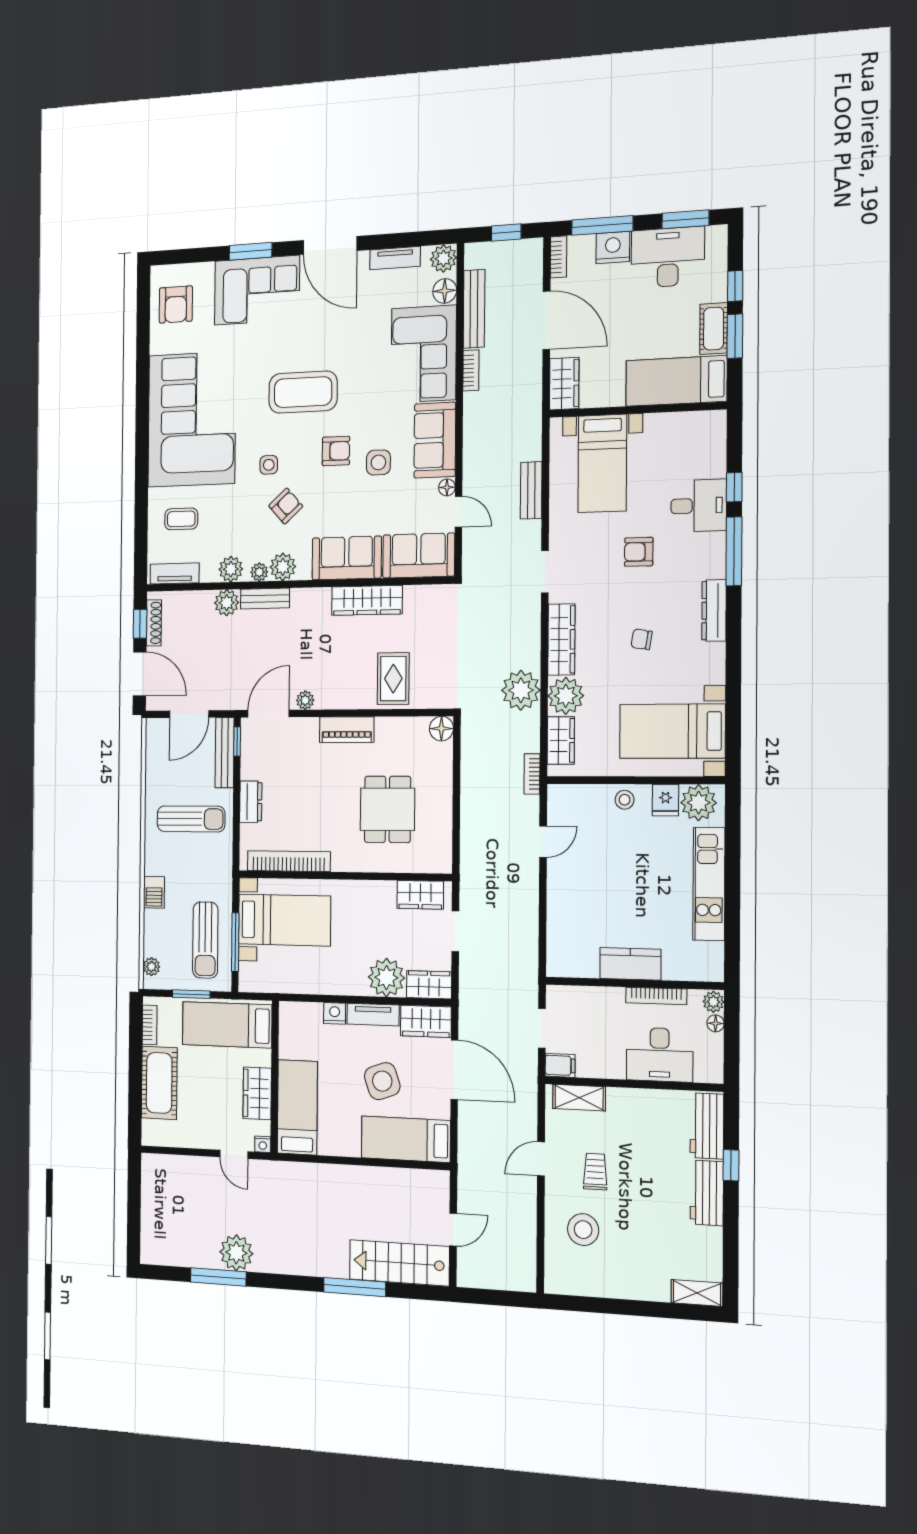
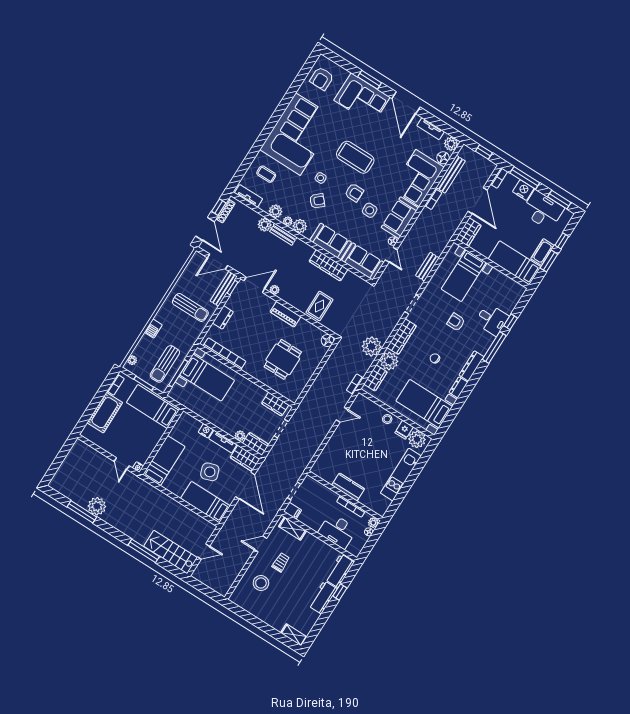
dresser: (715, 663) -> (458, 387), added
plant: (386, 978) -> (240, 436), width x0.53, depth x0.53
wardrobe: (257, 1093) -> (149, 444), removed

